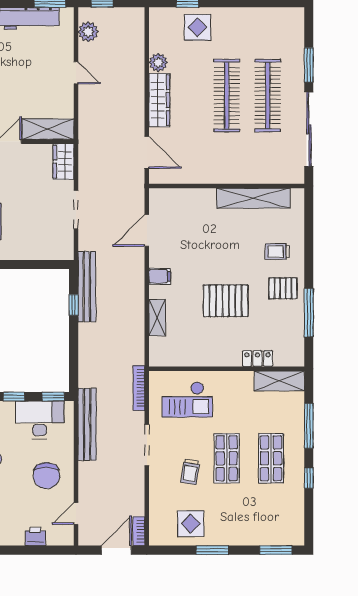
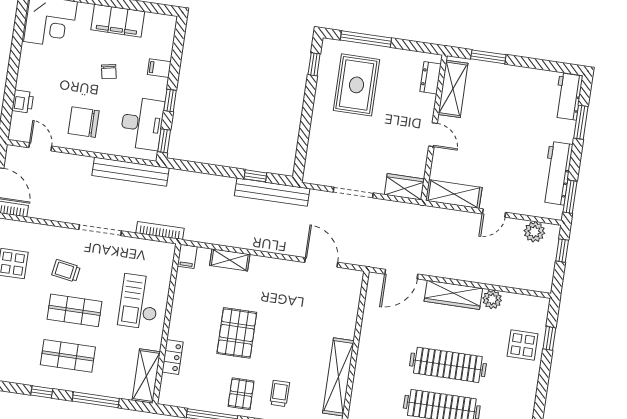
shelving: (48, 129) -> (454, 194), moved, turned 90
filing cabinet: (160, 276) -> (187, 256), moved
checkout: (187, 399) -> (139, 302), moved

